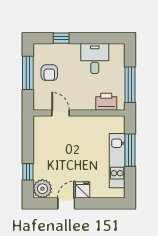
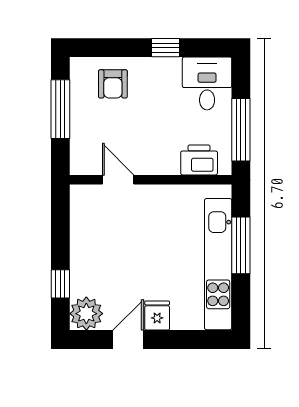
window: (61, 38) -> (165, 48), moved
desk: (95, 58) -> (207, 83), moved
armchair: (49, 73) -> (113, 84), moved
kitchen unit: (117, 161) -> (218, 264), width x1.36

